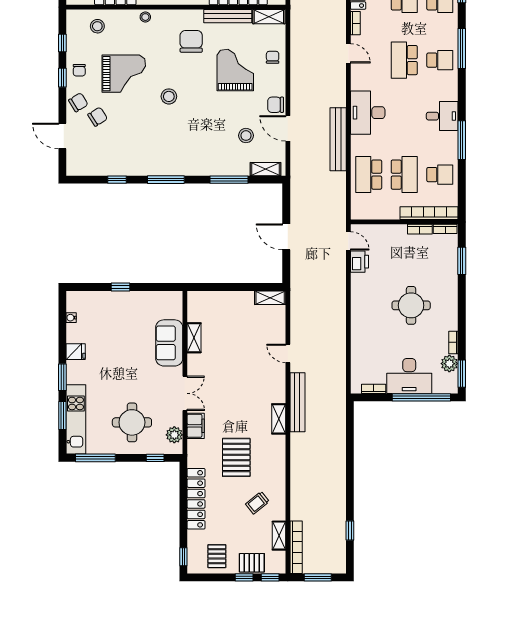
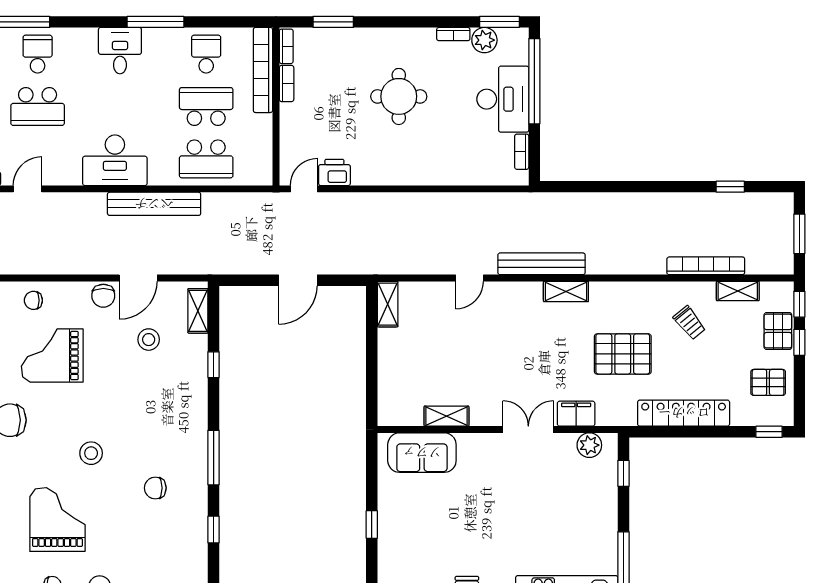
chair: (98, 117) -> (155, 488), moved, turned -58
window: (229, 180) -> (214, 365), width x0.46
sofa: (169, 343) -> (422, 453), moved
round table: (132, 422) -> (571, 507), removed
bookcase: (296, 547) -> (706, 266), moved

